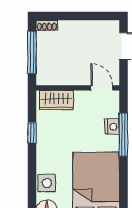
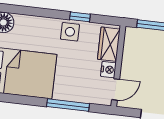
nightstand: (112, 127) -> (108, 70), moved, turned -90
side table: (47, 183) -> (70, 32), moved

